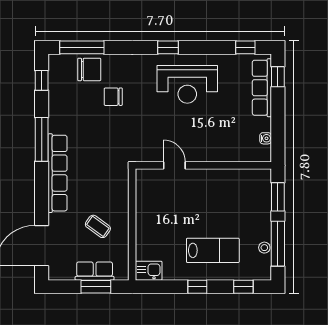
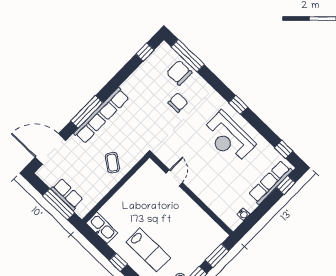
chair: (89, 69) -> (179, 73), turned 180
chair: (113, 97) -> (178, 103), turned 90
window: (42, 139) -> (87, 112), moved
coffee table: (98, 226) -> (112, 163), moved
kitchen sink: (149, 271) -> (102, 228), width x1.38
window: (96, 287) -> (59, 204), width x1.44

